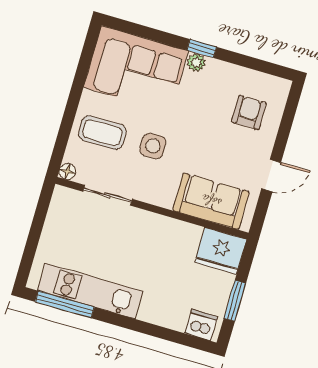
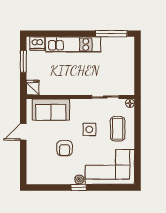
armchair: (249, 112) -> (65, 148), moved
coffee table: (102, 133) -> (118, 129), turned 90
fridge: (221, 251) -> (33, 88), width x0.53, depth x0.75
kitchen unit: (90, 291) -> (73, 45), moved

